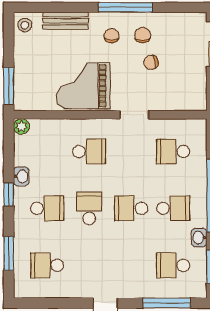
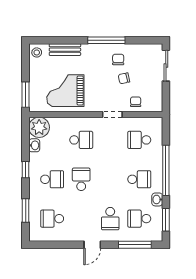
chair: (112, 36) -> (136, 102), moved
grand piano: (83, 86) -> (65, 91), moved
plant: (21, 126) -> (39, 127), width x1.87, depth x1.87
washbasin: (21, 176) -> (34, 145), moved
school desk: (131, 208) -> (110, 219), moved, turned -90

